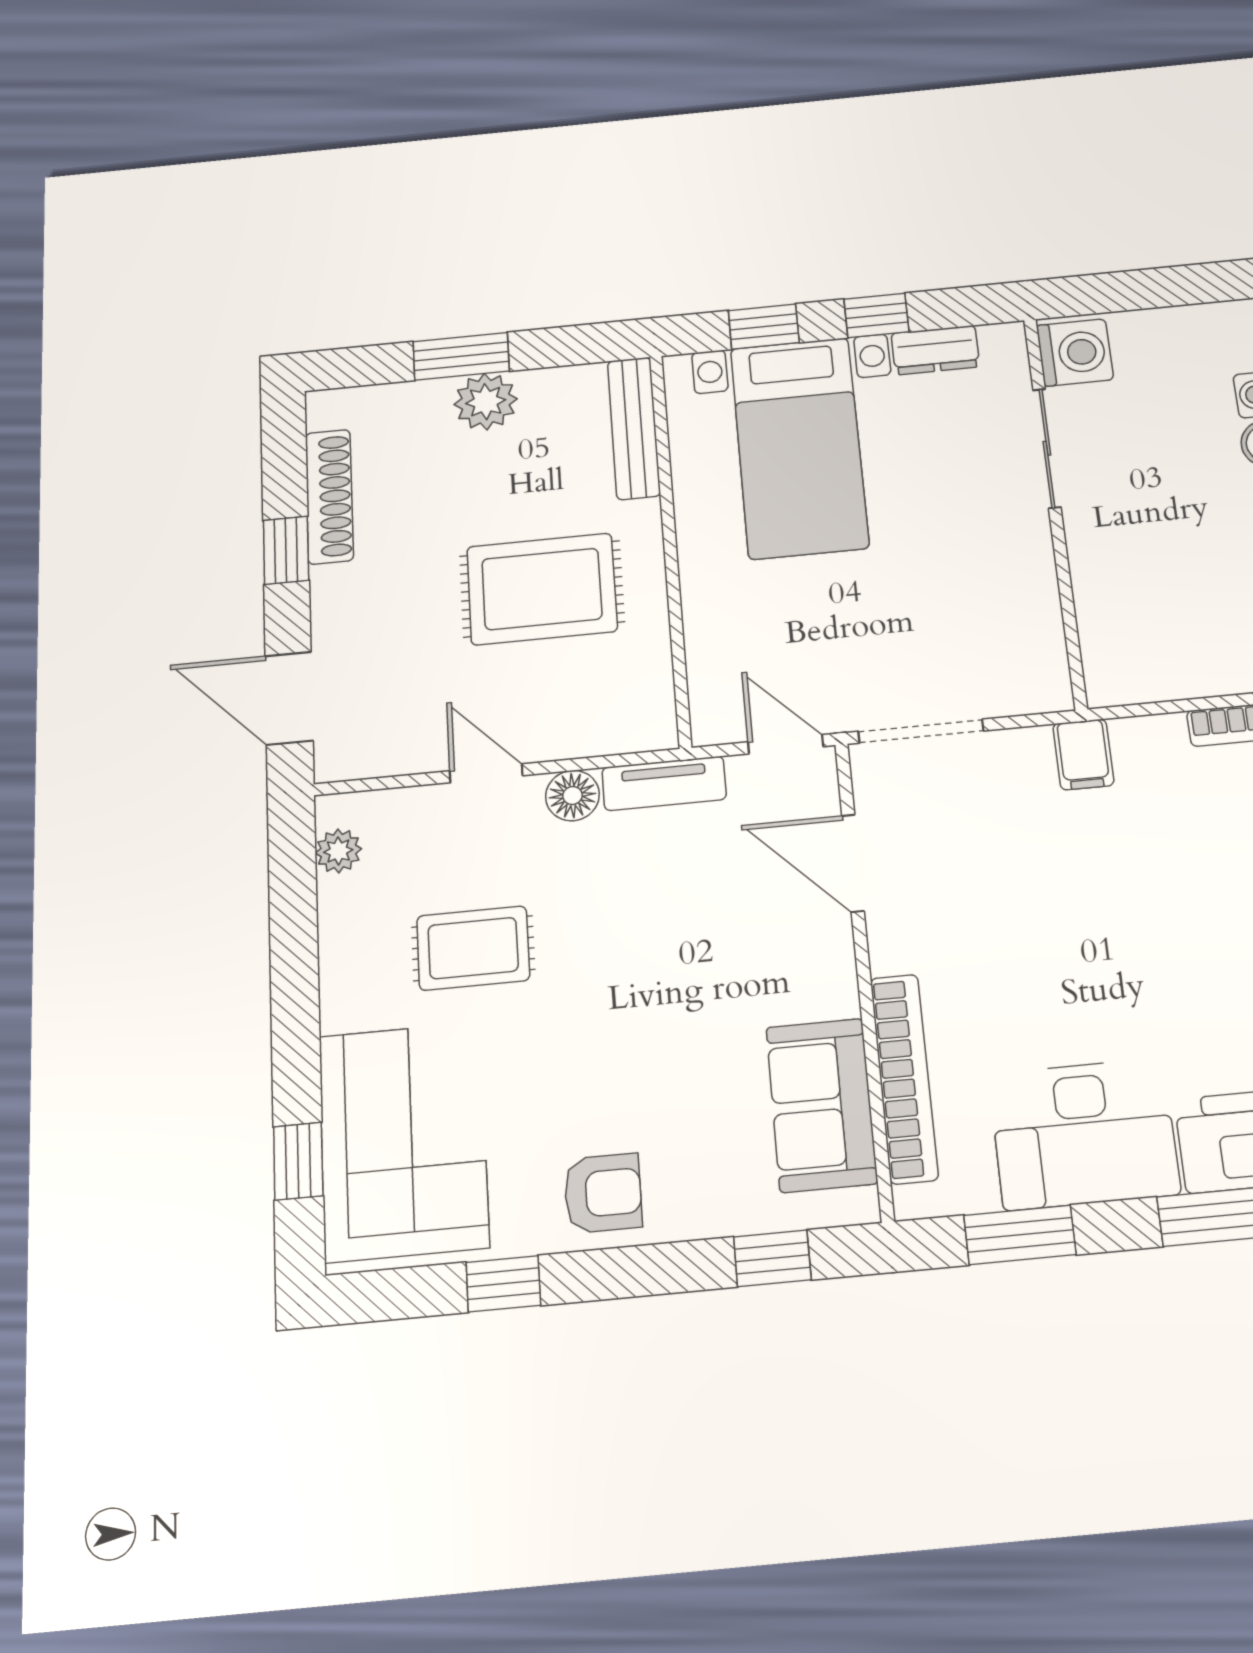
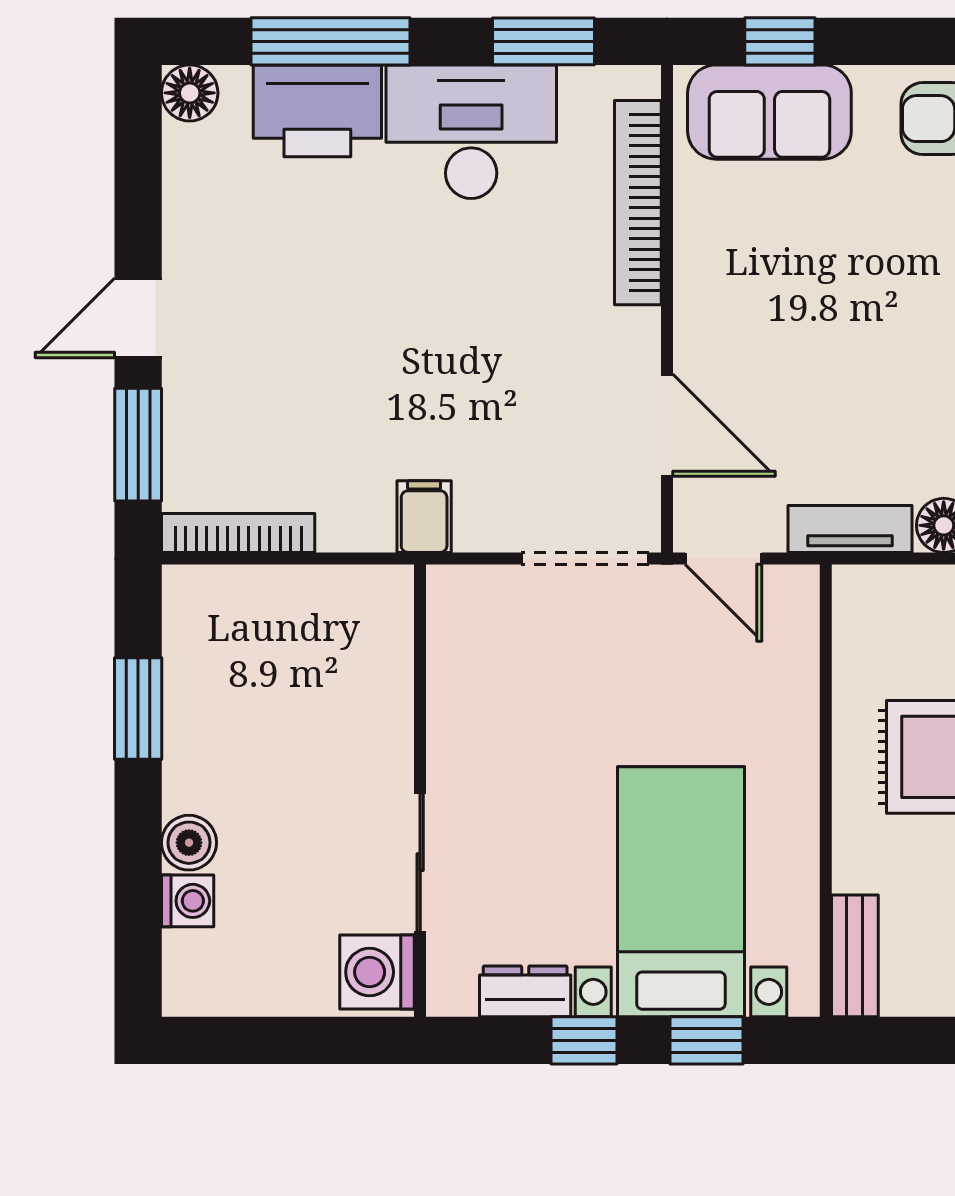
bench: (634, 428) -> (855, 956), width x0.73
sofa: (822, 1105) -> (769, 112), moved, turned 90

